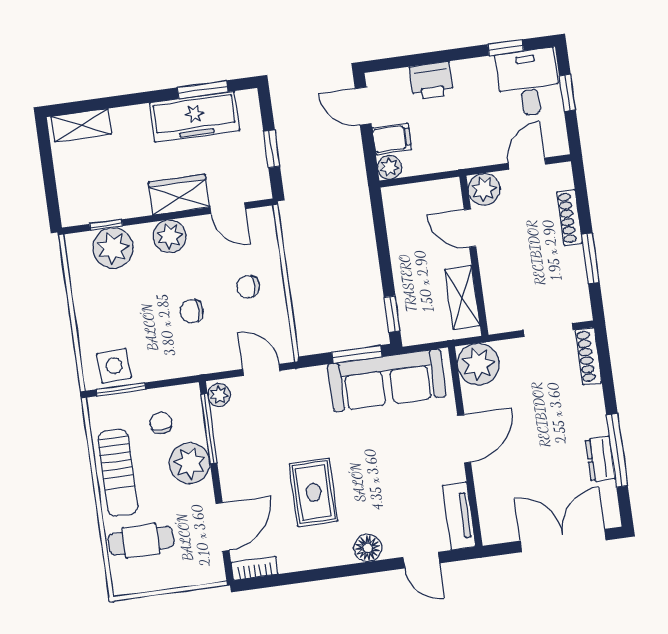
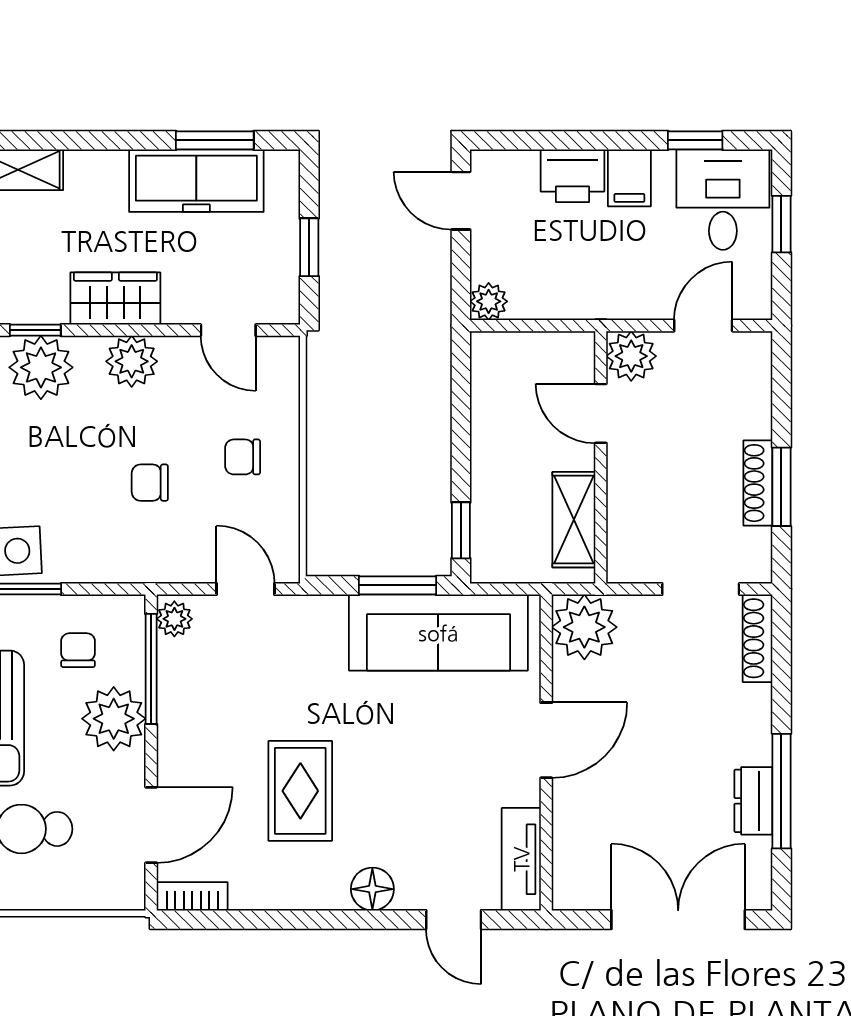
filing cabinet: (392, 139) -> (629, 178), moved, turned 90
wardrobe: (179, 195) -> (115, 299), moved
shoe rack: (570, 218) -> (758, 483), moved

